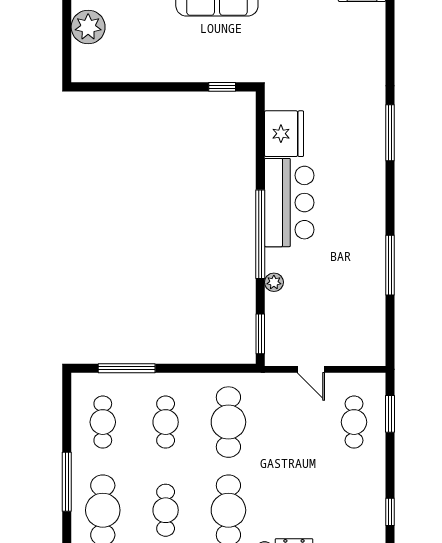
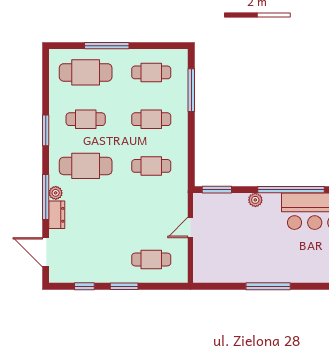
window: (390, 414) -> (124, 286), moved
cafe table: (228, 422) -> (151, 166), width x0.73, depth x0.74

